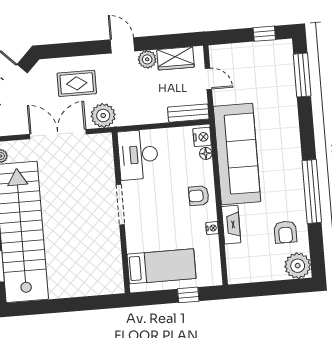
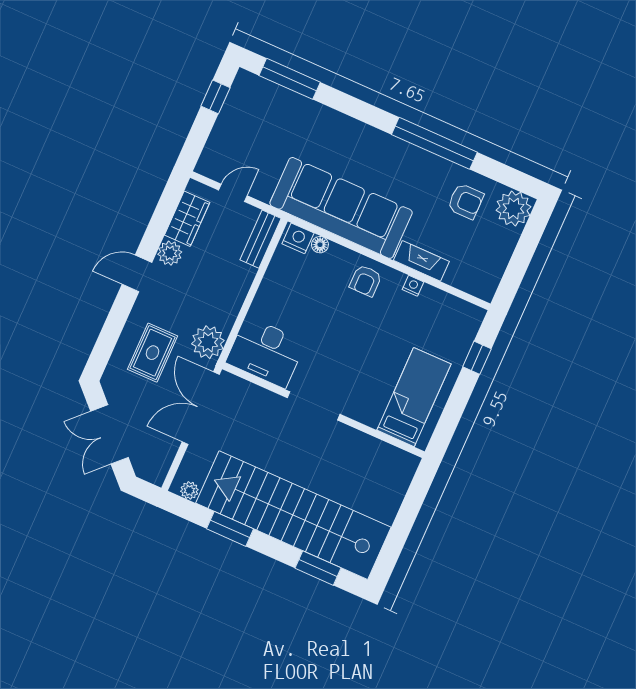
desk: (138, 155) -> (266, 352), moved
doorway: (120, 205) -> (314, 406), moved
wall: (121, 212) -> (323, 410), moved
bed: (162, 266) -> (414, 397), moved

